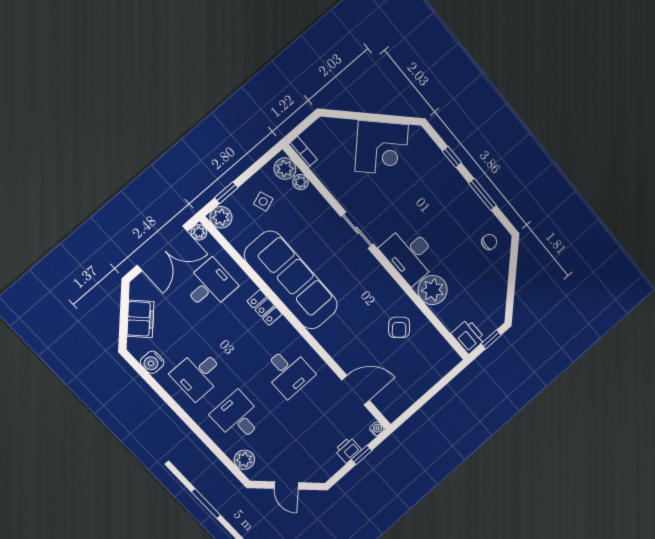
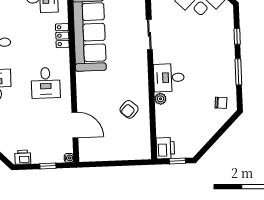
desk: (410, 254) -> (169, 78), width x0.73
plant: (433, 290) -> (160, 99), width x0.53, depth x0.53
printer: (348, 450) -> (23, 157), moved

